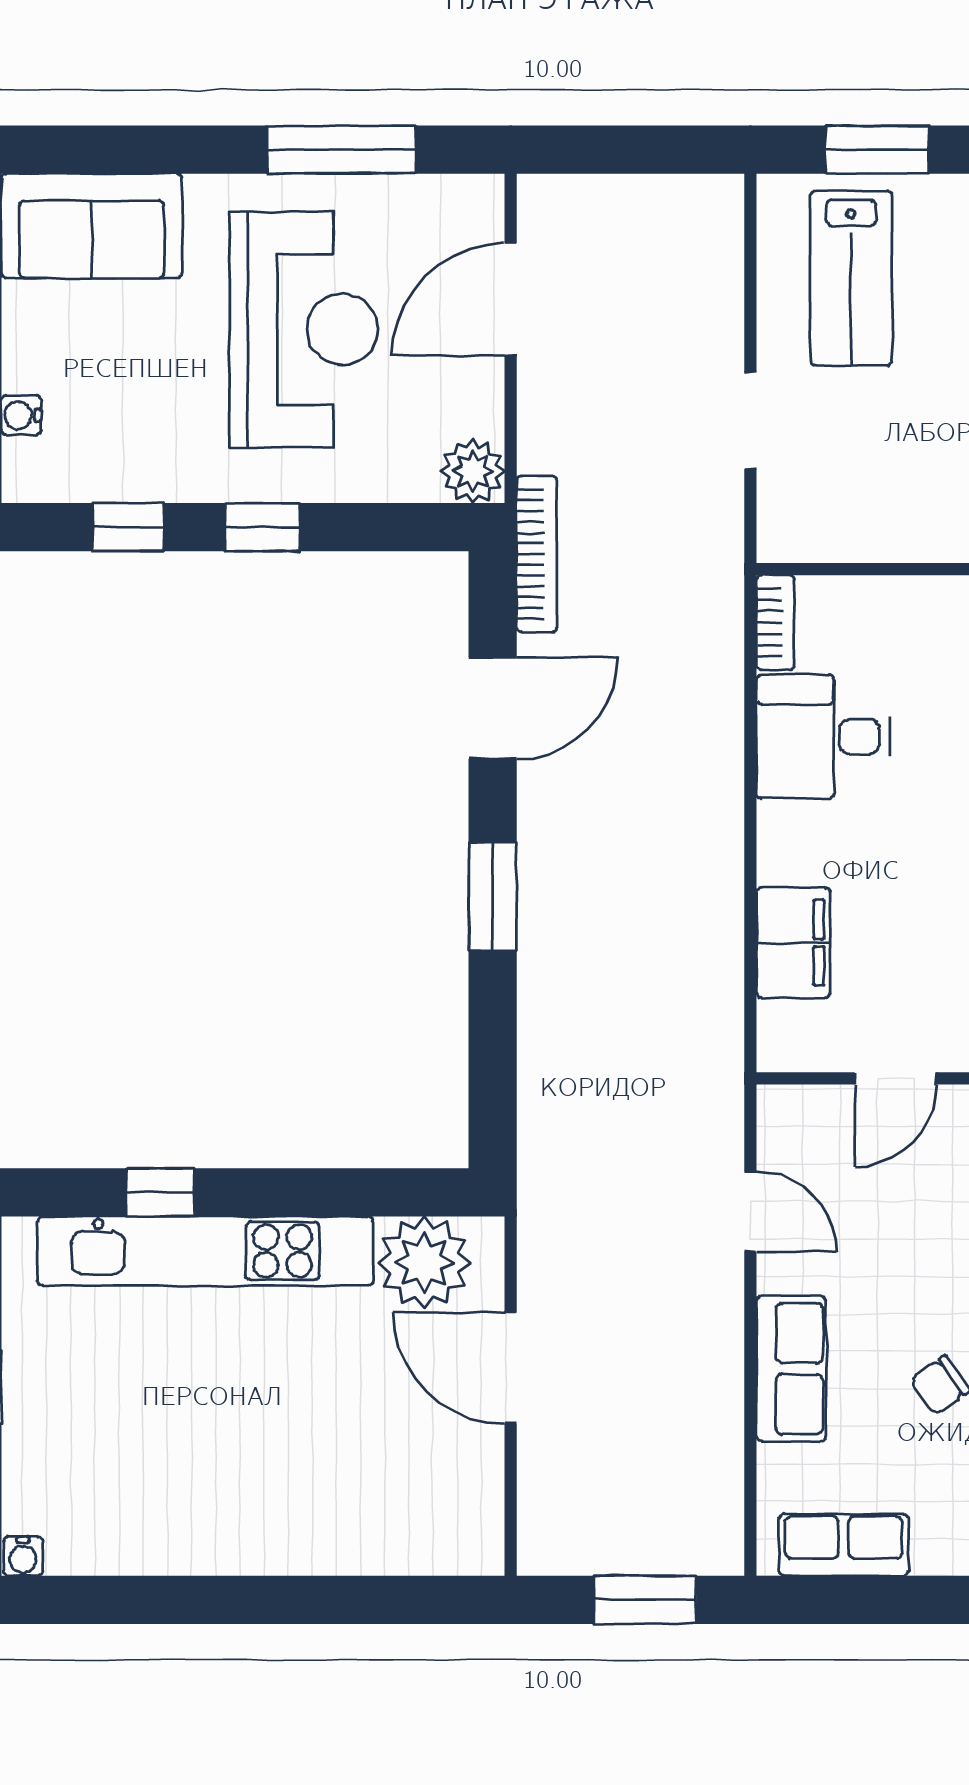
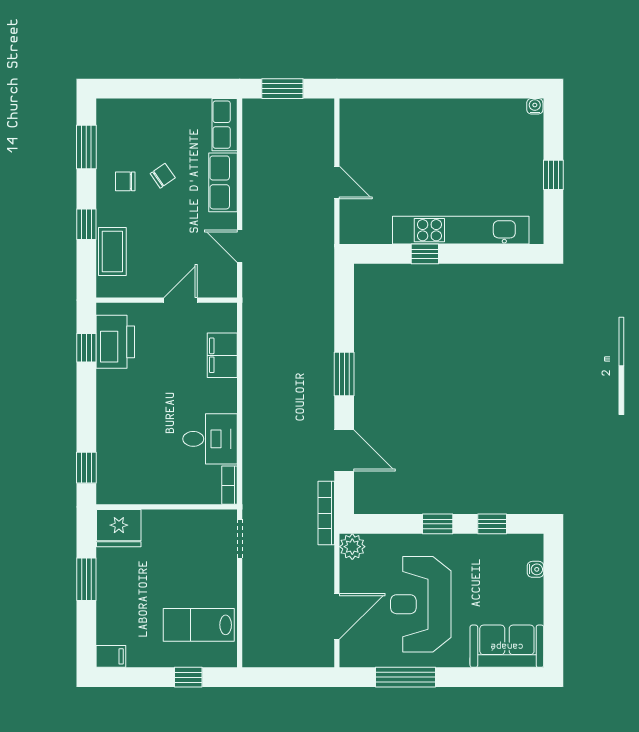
window: (877, 150) -> (188, 677), width x0.67
lab bench: (851, 278) -> (199, 625), turned -90
doorway: (750, 421) -> (240, 539), moved
door: (493, 708) -> (344, 450), swing flipped
window: (160, 1192) -> (425, 254), moved
plant: (424, 1263) -> (372, 225), removed
door: (511, 1368) -> (337, 183), width x0.73
row of seats: (844, 1545) -> (225, 125), moved, turned 90

